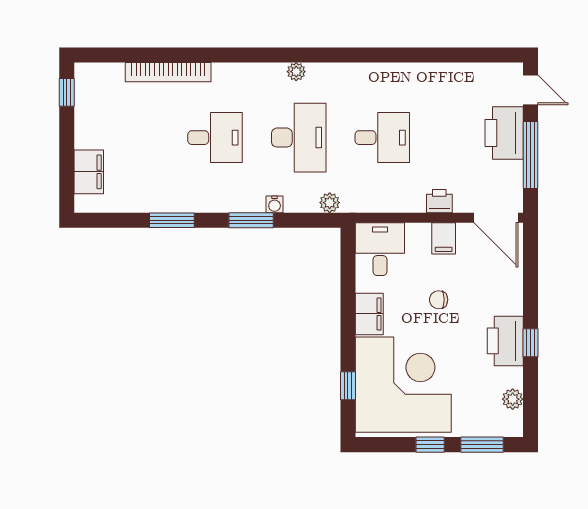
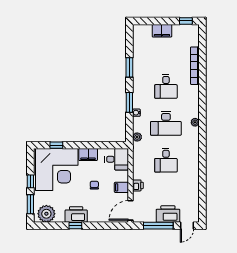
filing cabinet: (89, 172) -> (162, 31), moved
plant: (513, 399) -> (46, 214), width x1.88, depth x1.88

